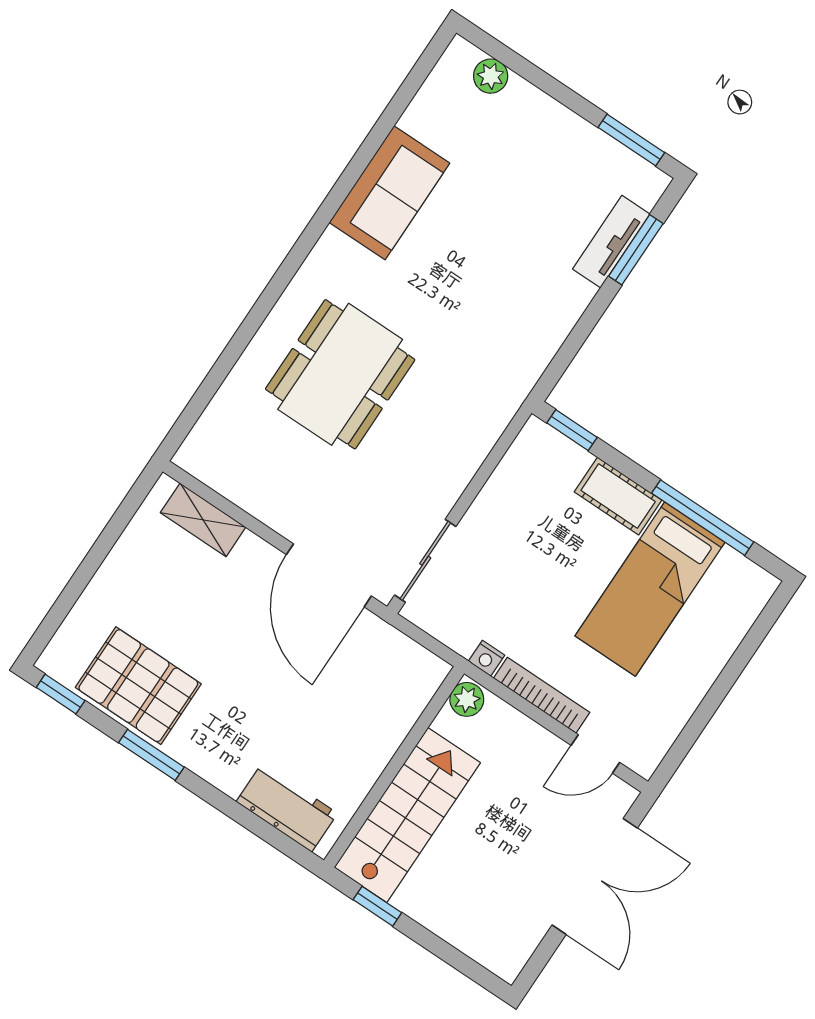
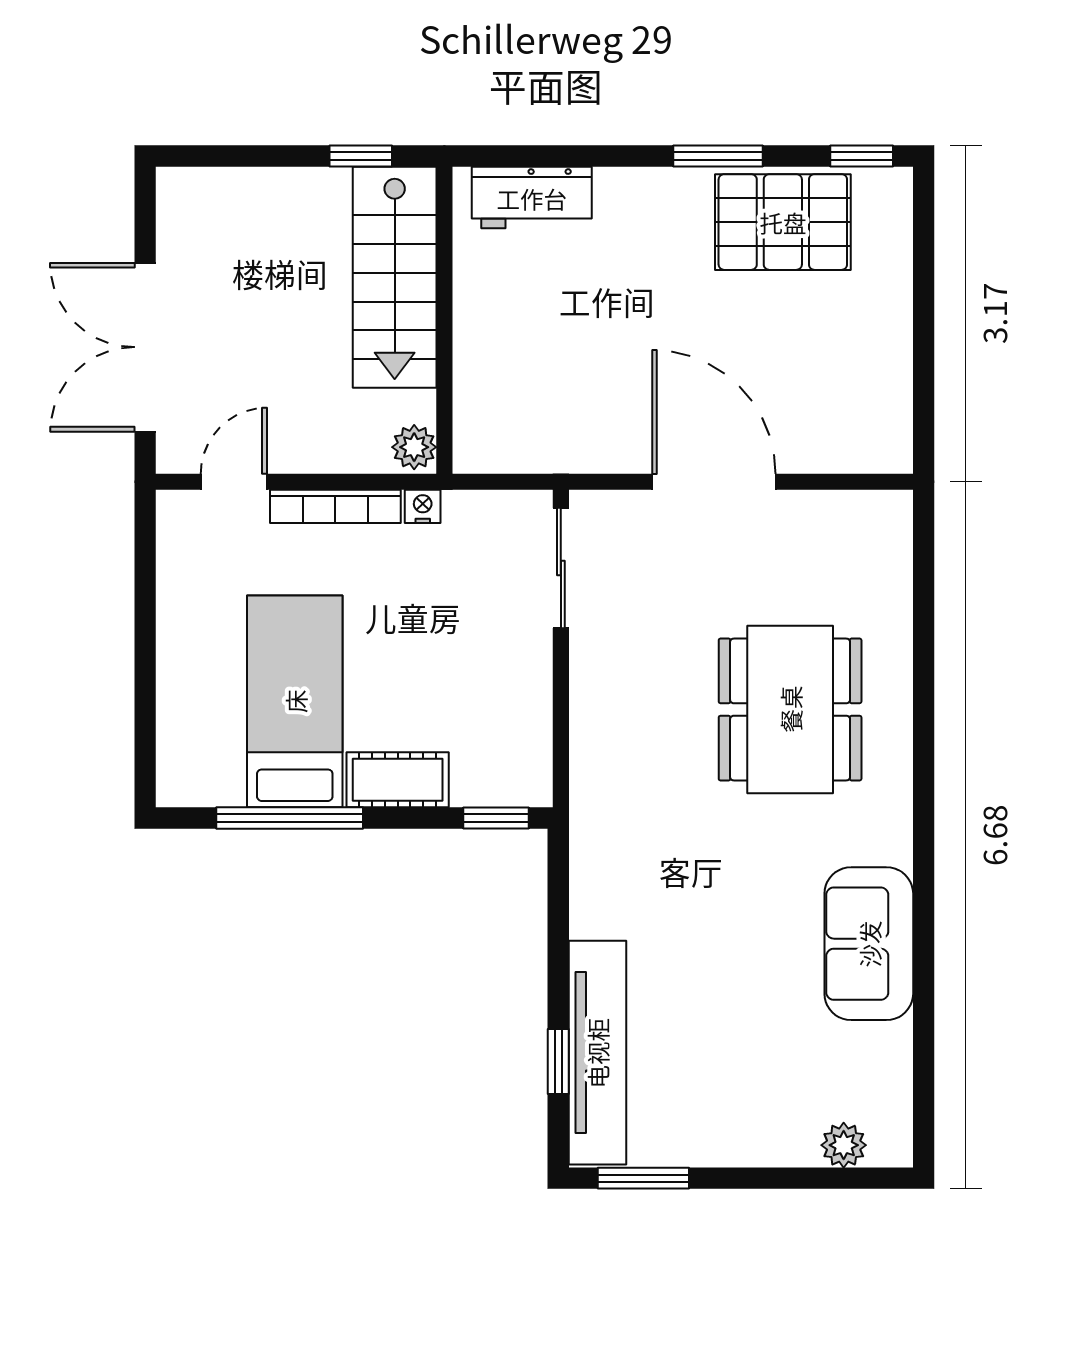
tv unit: (611, 242) -> (597, 1053), width x1.92, depth x1.29
window: (636, 250) -> (558, 1062), width x0.67
shelving: (203, 520) -> (833, 450), removed
door: (329, 575) -> (714, 482), moved

